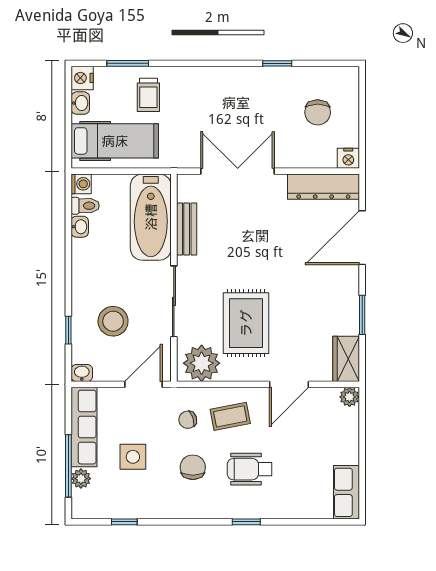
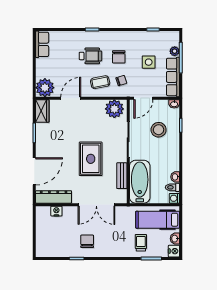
chair: (318, 112) -> (87, 241), moved
nightstand: (348, 158) -> (56, 211), moved
rug: (246, 323) -> (91, 159), moved
plant: (349, 397) -> (45, 88), width x1.88, depth x1.88

